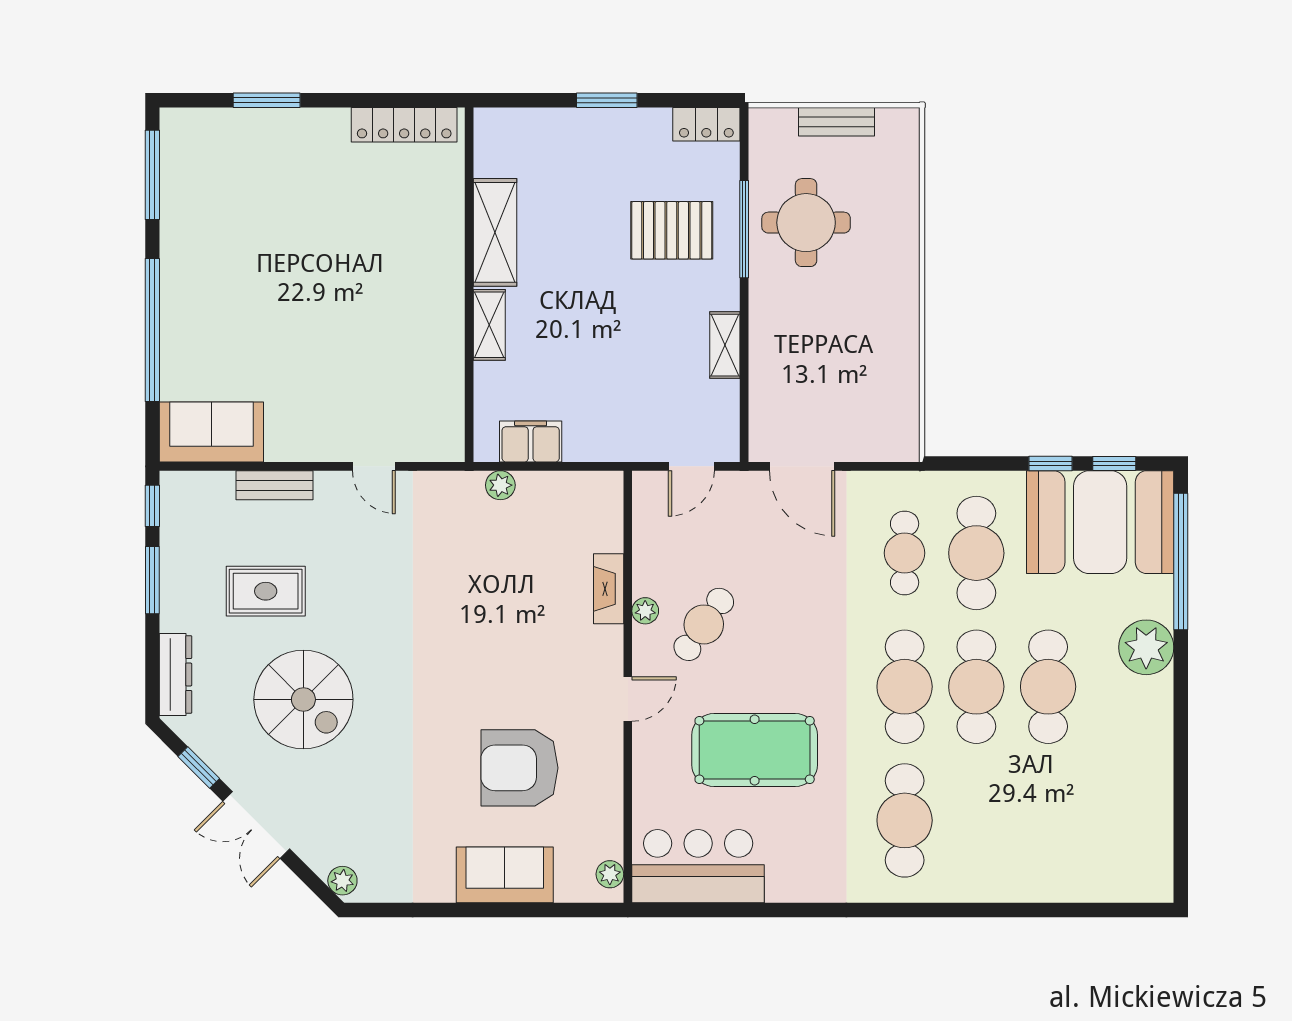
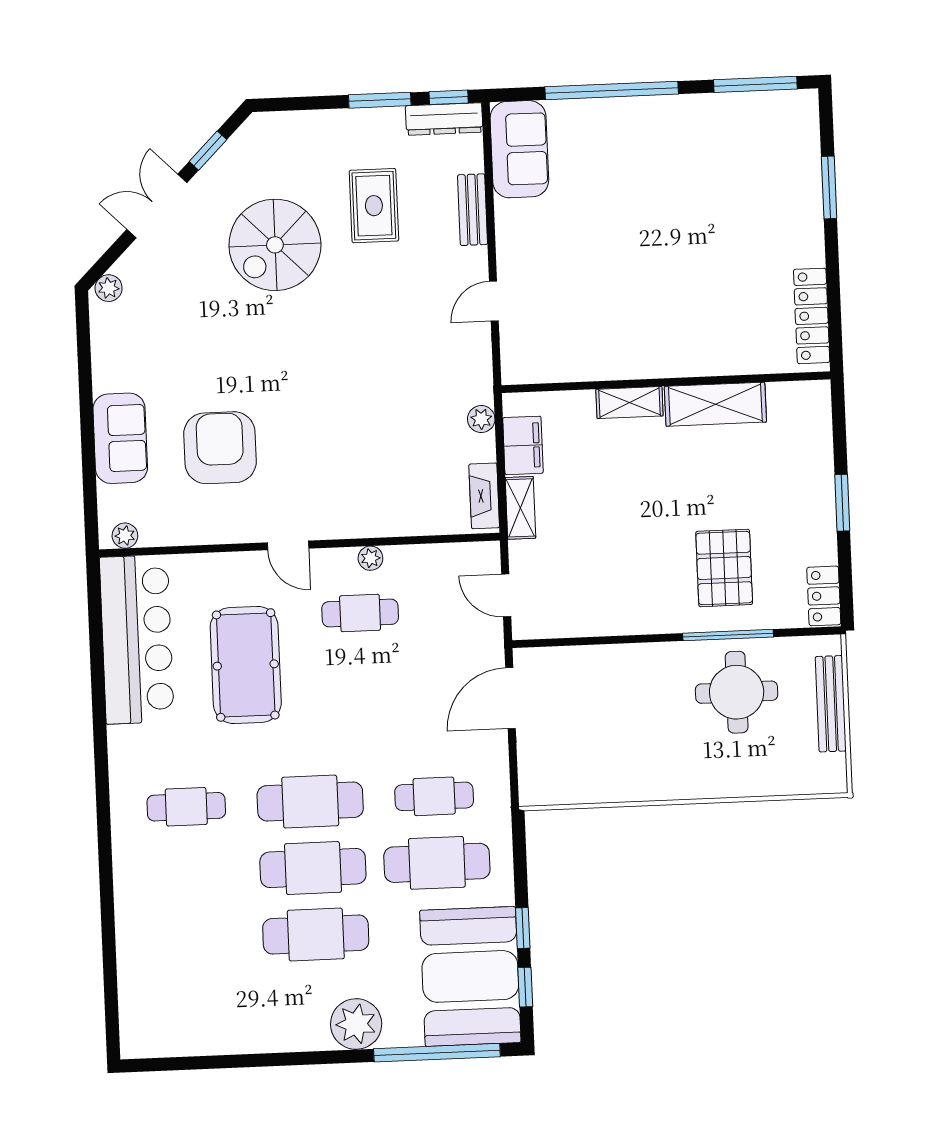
bench: (836, 122) -> (831, 704), width x1.36
shelving: (725, 345) -> (520, 508), moved, turned 90
fireplace: (609, 589) -> (484, 496), moved, turned -90
cafe table: (704, 624) -> (360, 613), turned -35
dresser: (175, 674) -> (444, 119), moved
cafe table: (905, 820) -> (186, 807), width x0.73, depth x0.74
bar counter: (698, 866) -> (137, 639), width x1.36

